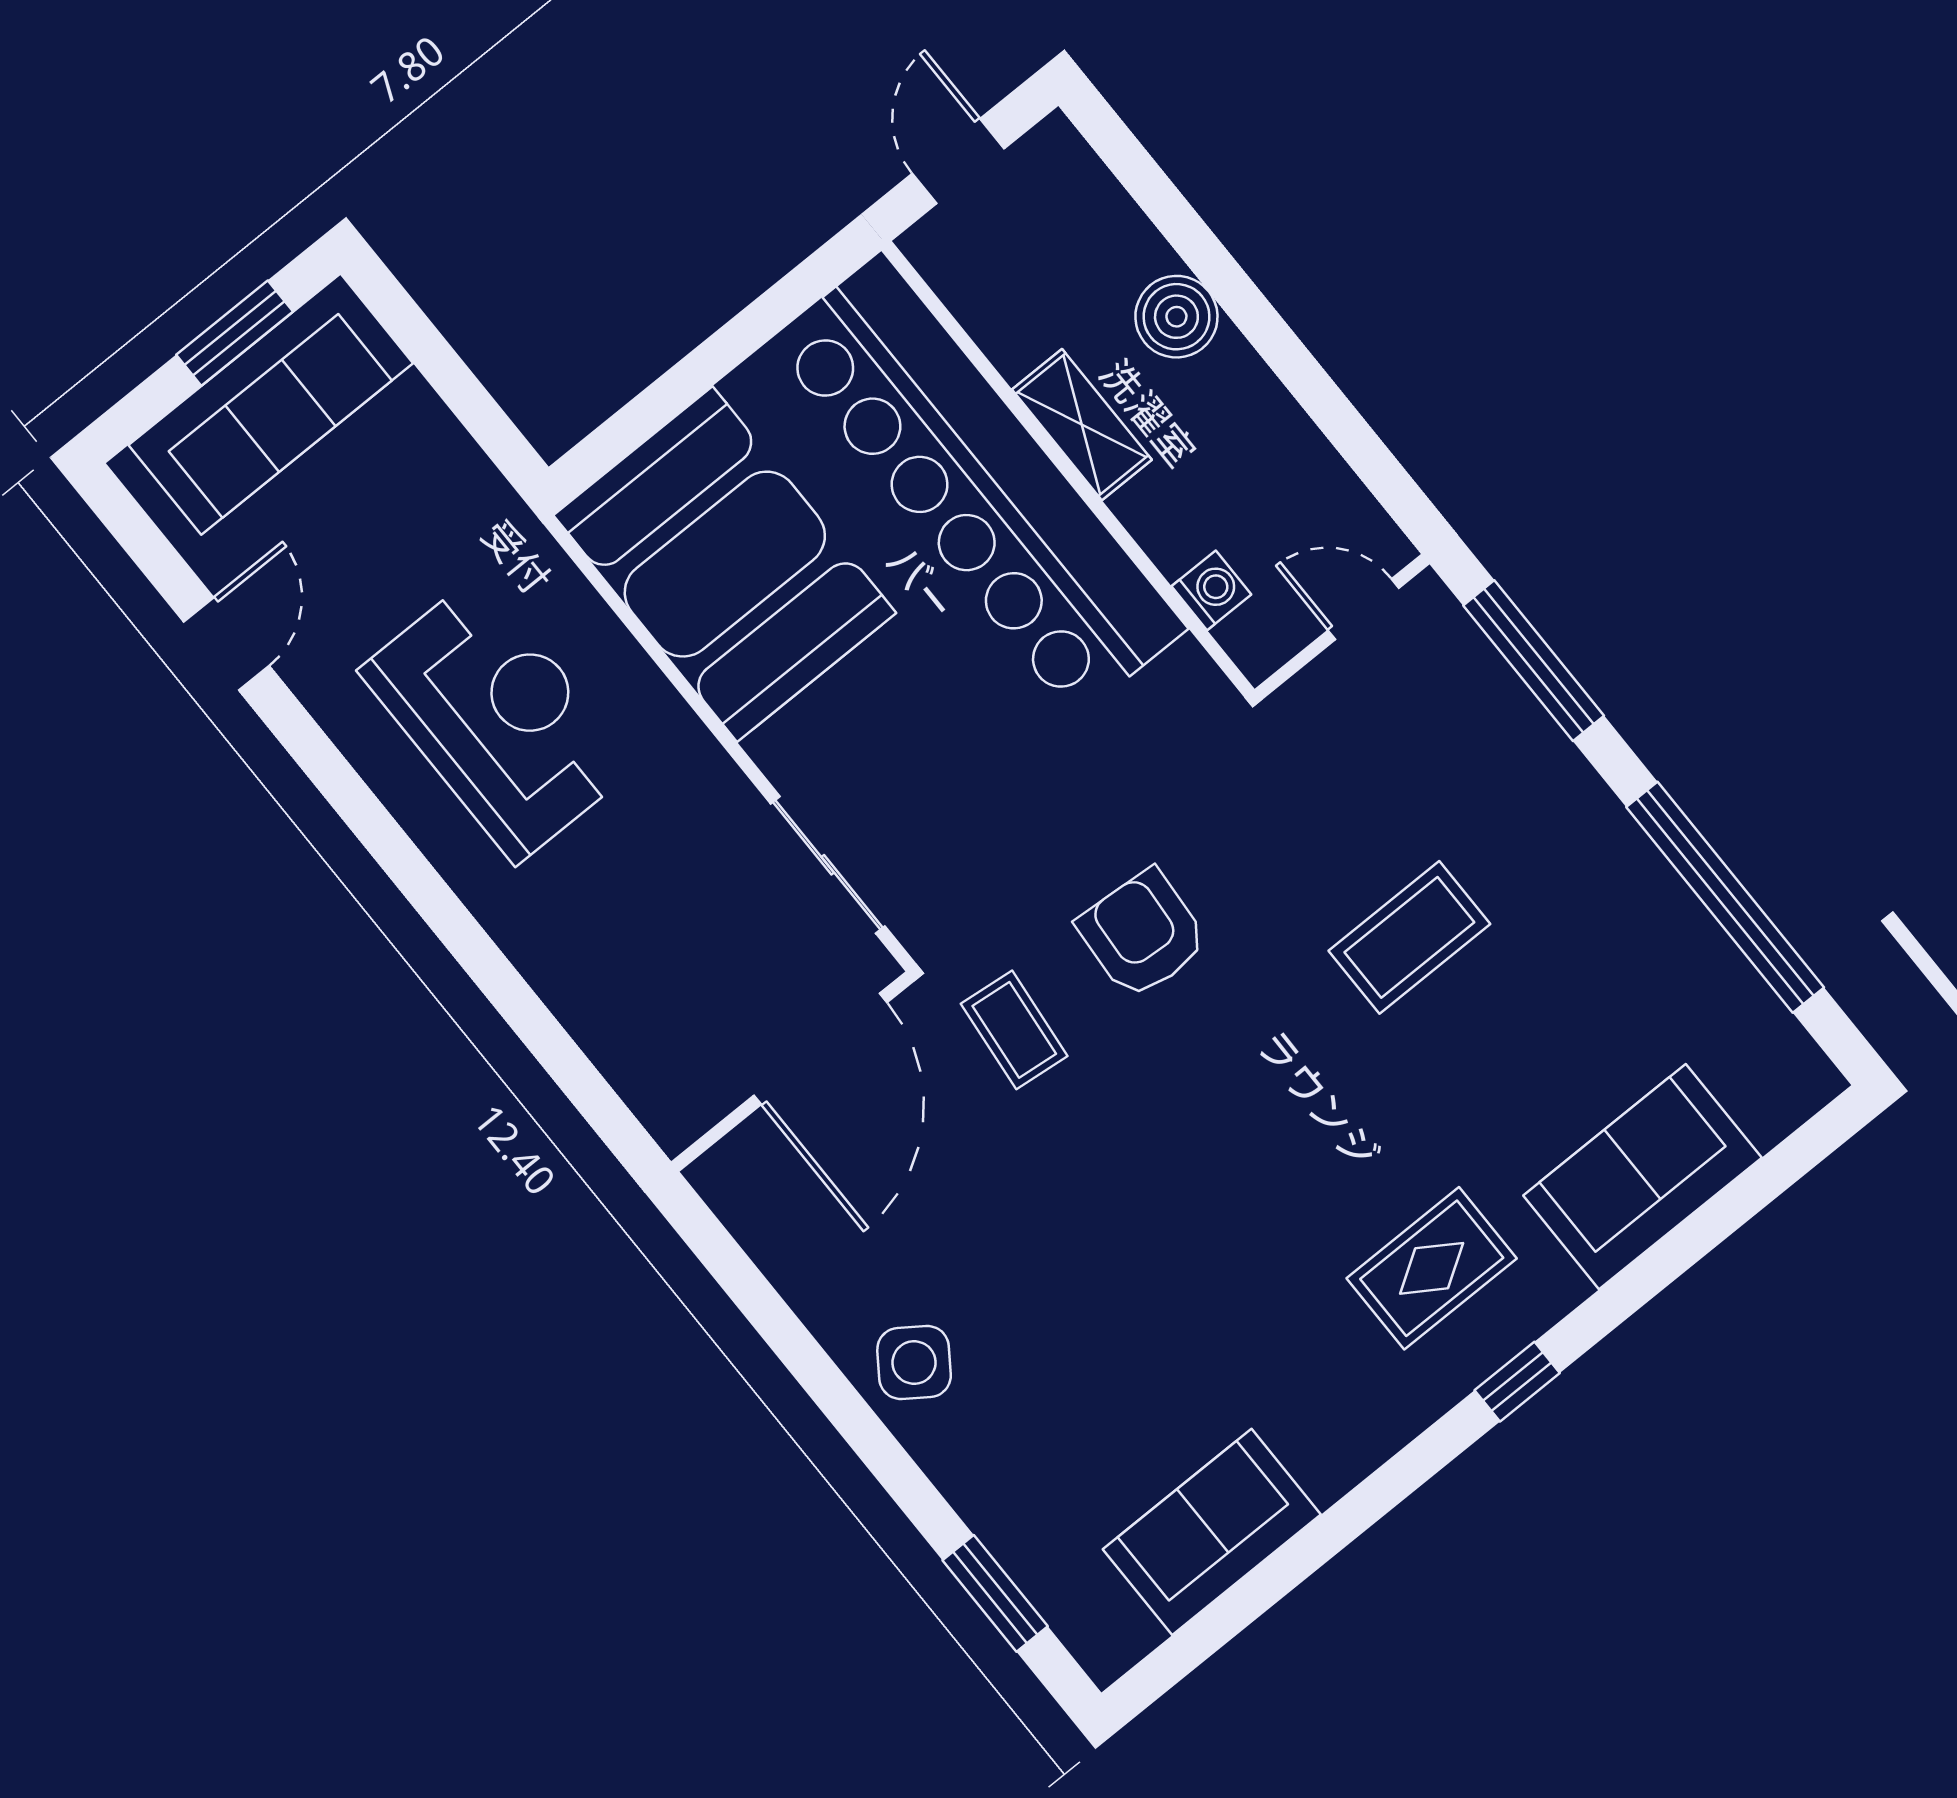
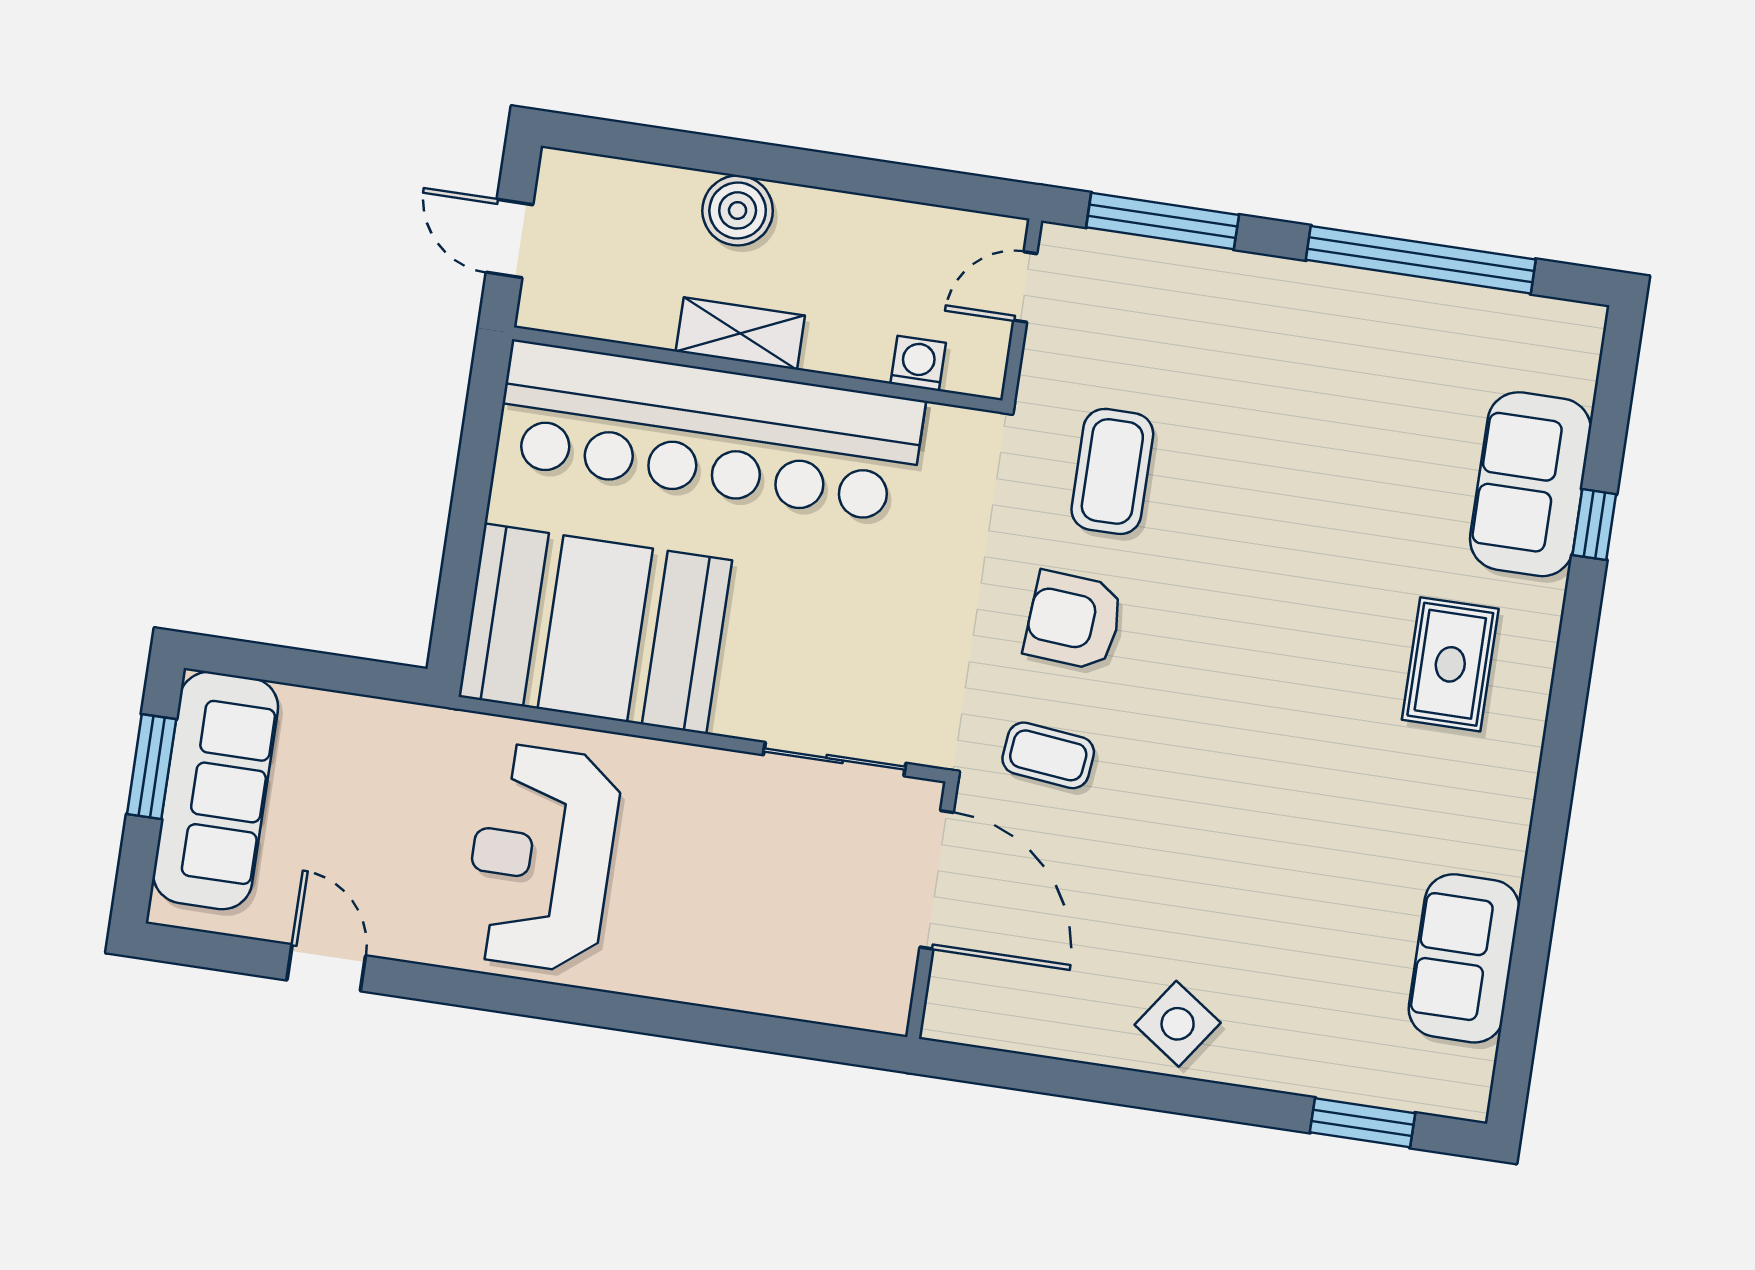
reception desk: (498, 719) -> (541, 858), turned -90
coffee table: (1409, 937) -> (1112, 471), moved
window: (1517, 1382) -> (1594, 525), moved

